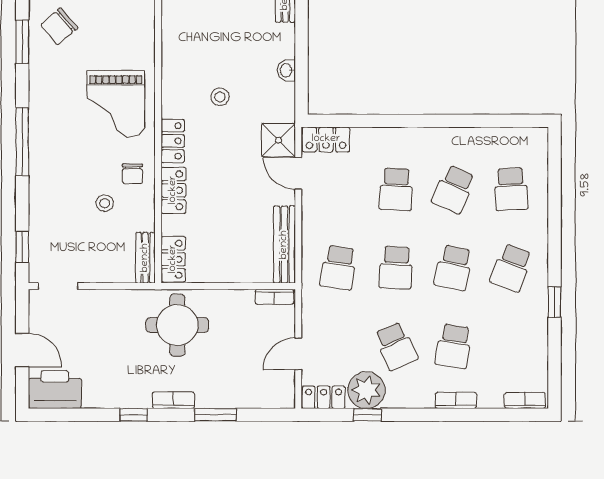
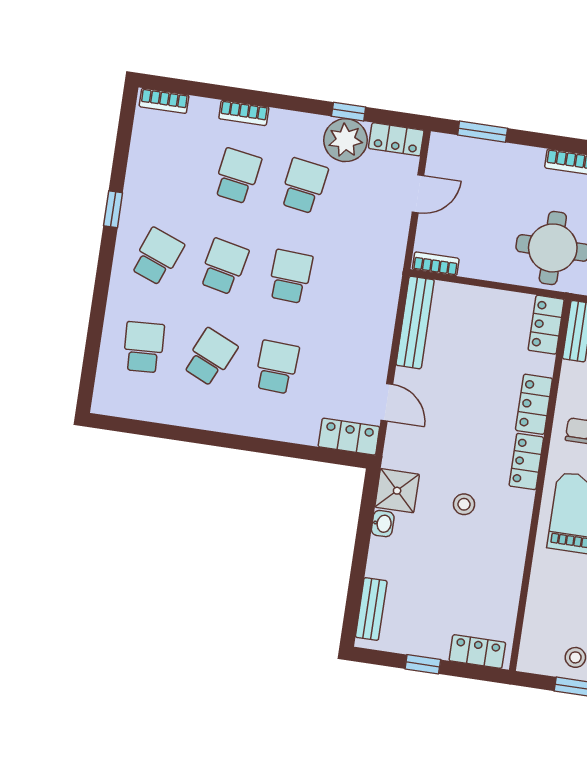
shower: (278, 140) -> (397, 491), moved
school desk: (338, 268) -> (357, 286), removed
school desk: (396, 346) -> (304, 186), turned 33
window: (215, 415) -> (483, 132), moved

